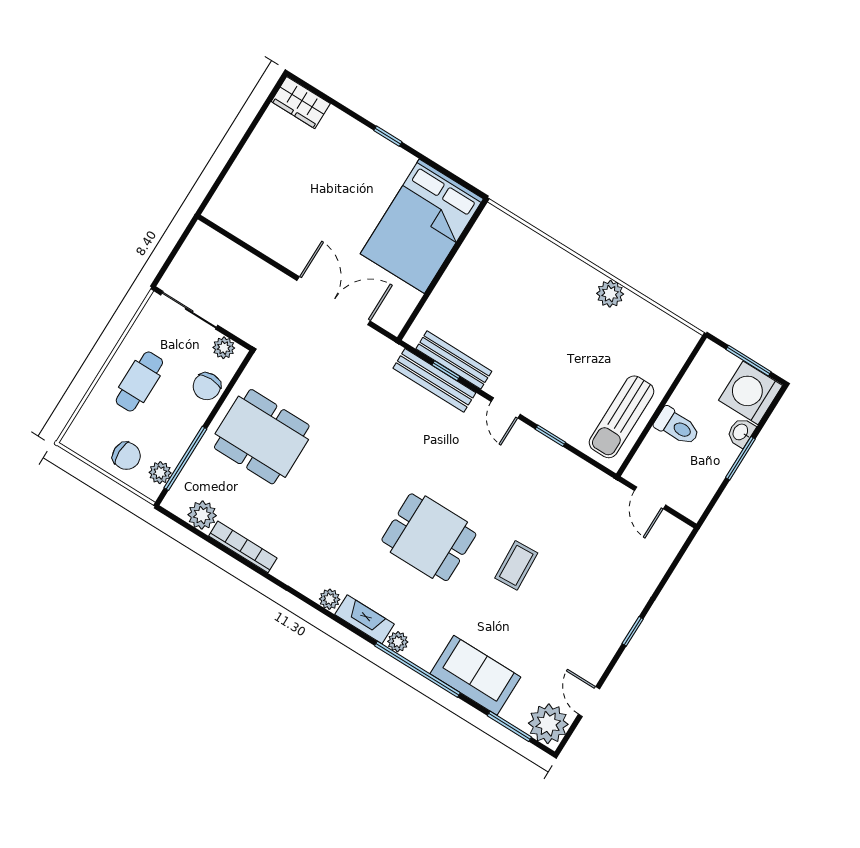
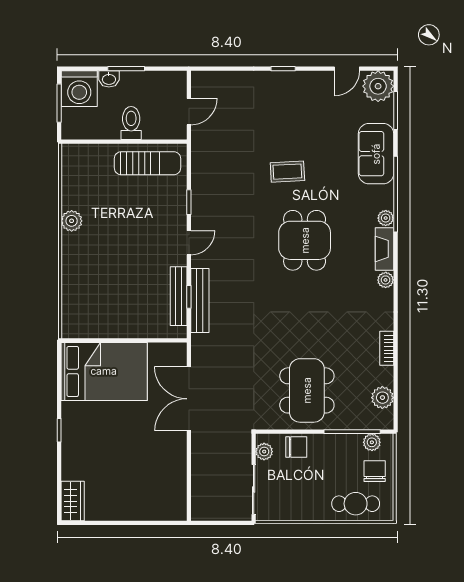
cafe table: (139, 381) -> (356, 504), moved
bookcase: (243, 547) -> (387, 348), width x0.64

